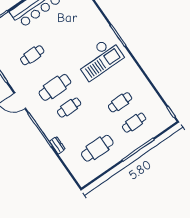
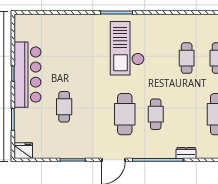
cafe table: (32, 55) -> (64, 107), moved
checkout: (99, 59) -> (127, 48), turned 180

